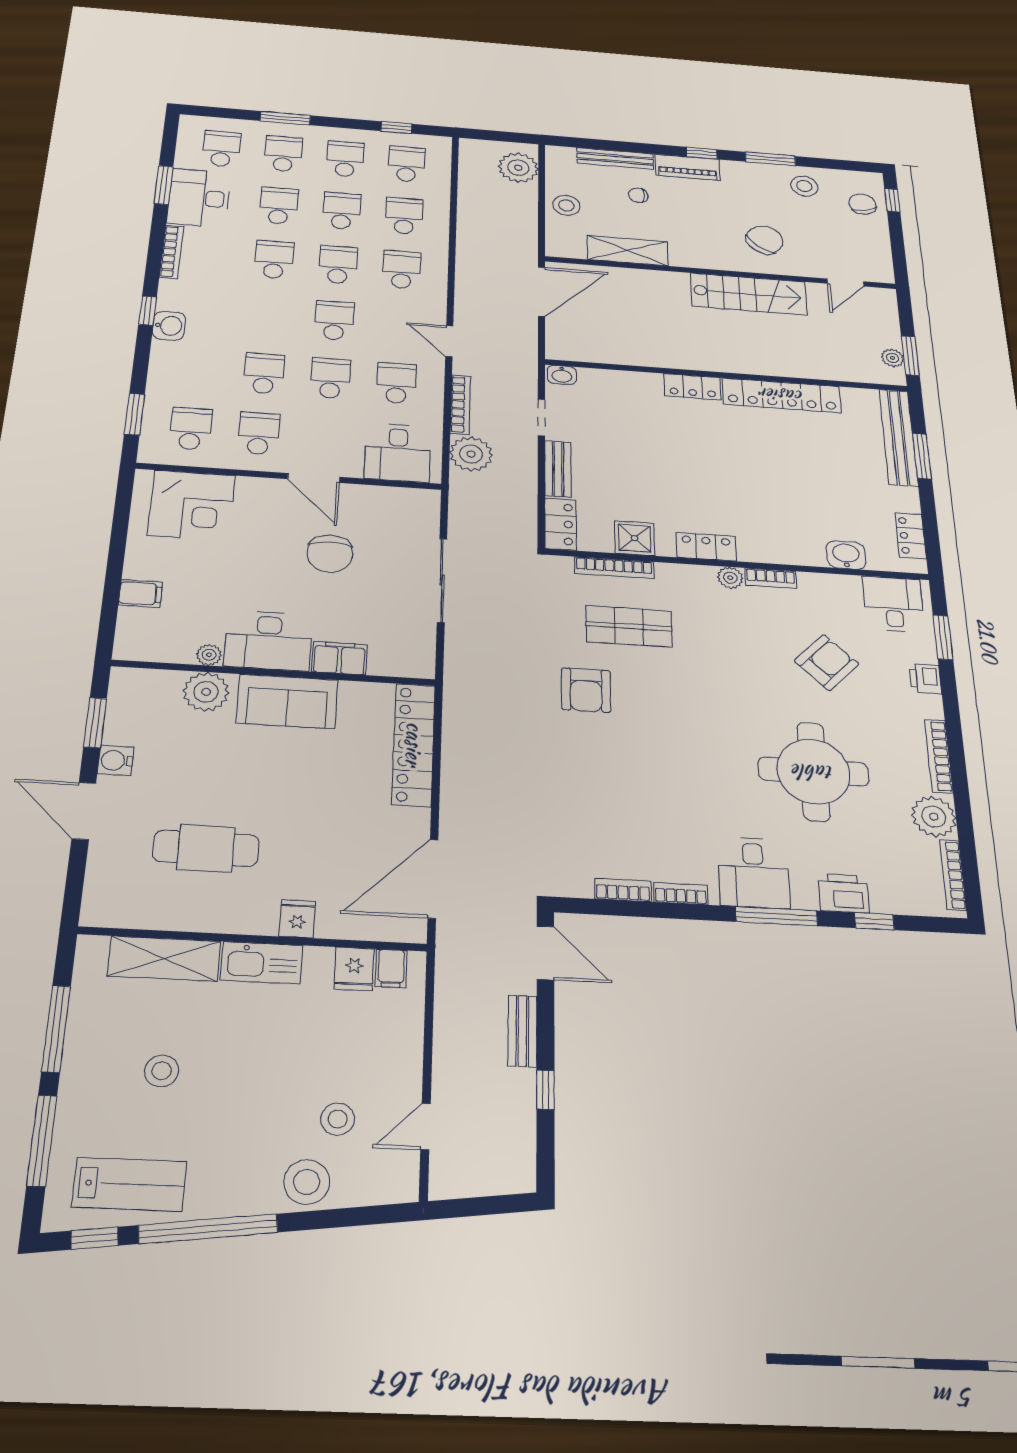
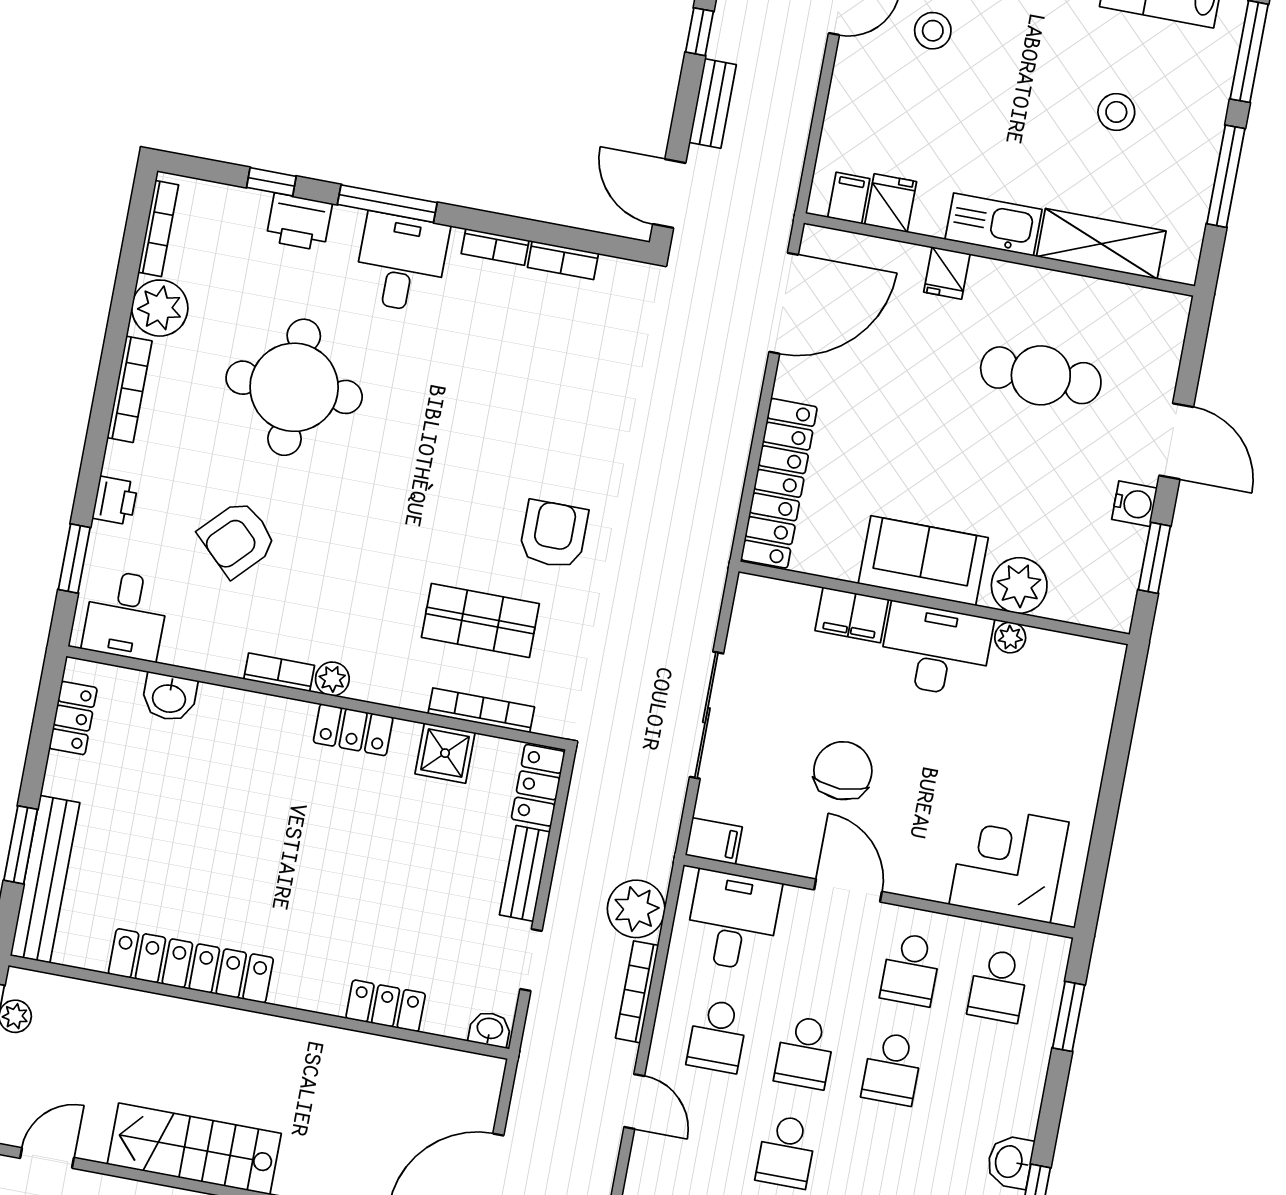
locker: (692, 387) -> (386, 1006), moved
filing cabinet: (140, 594) -> (714, 841), moved, turned 180

